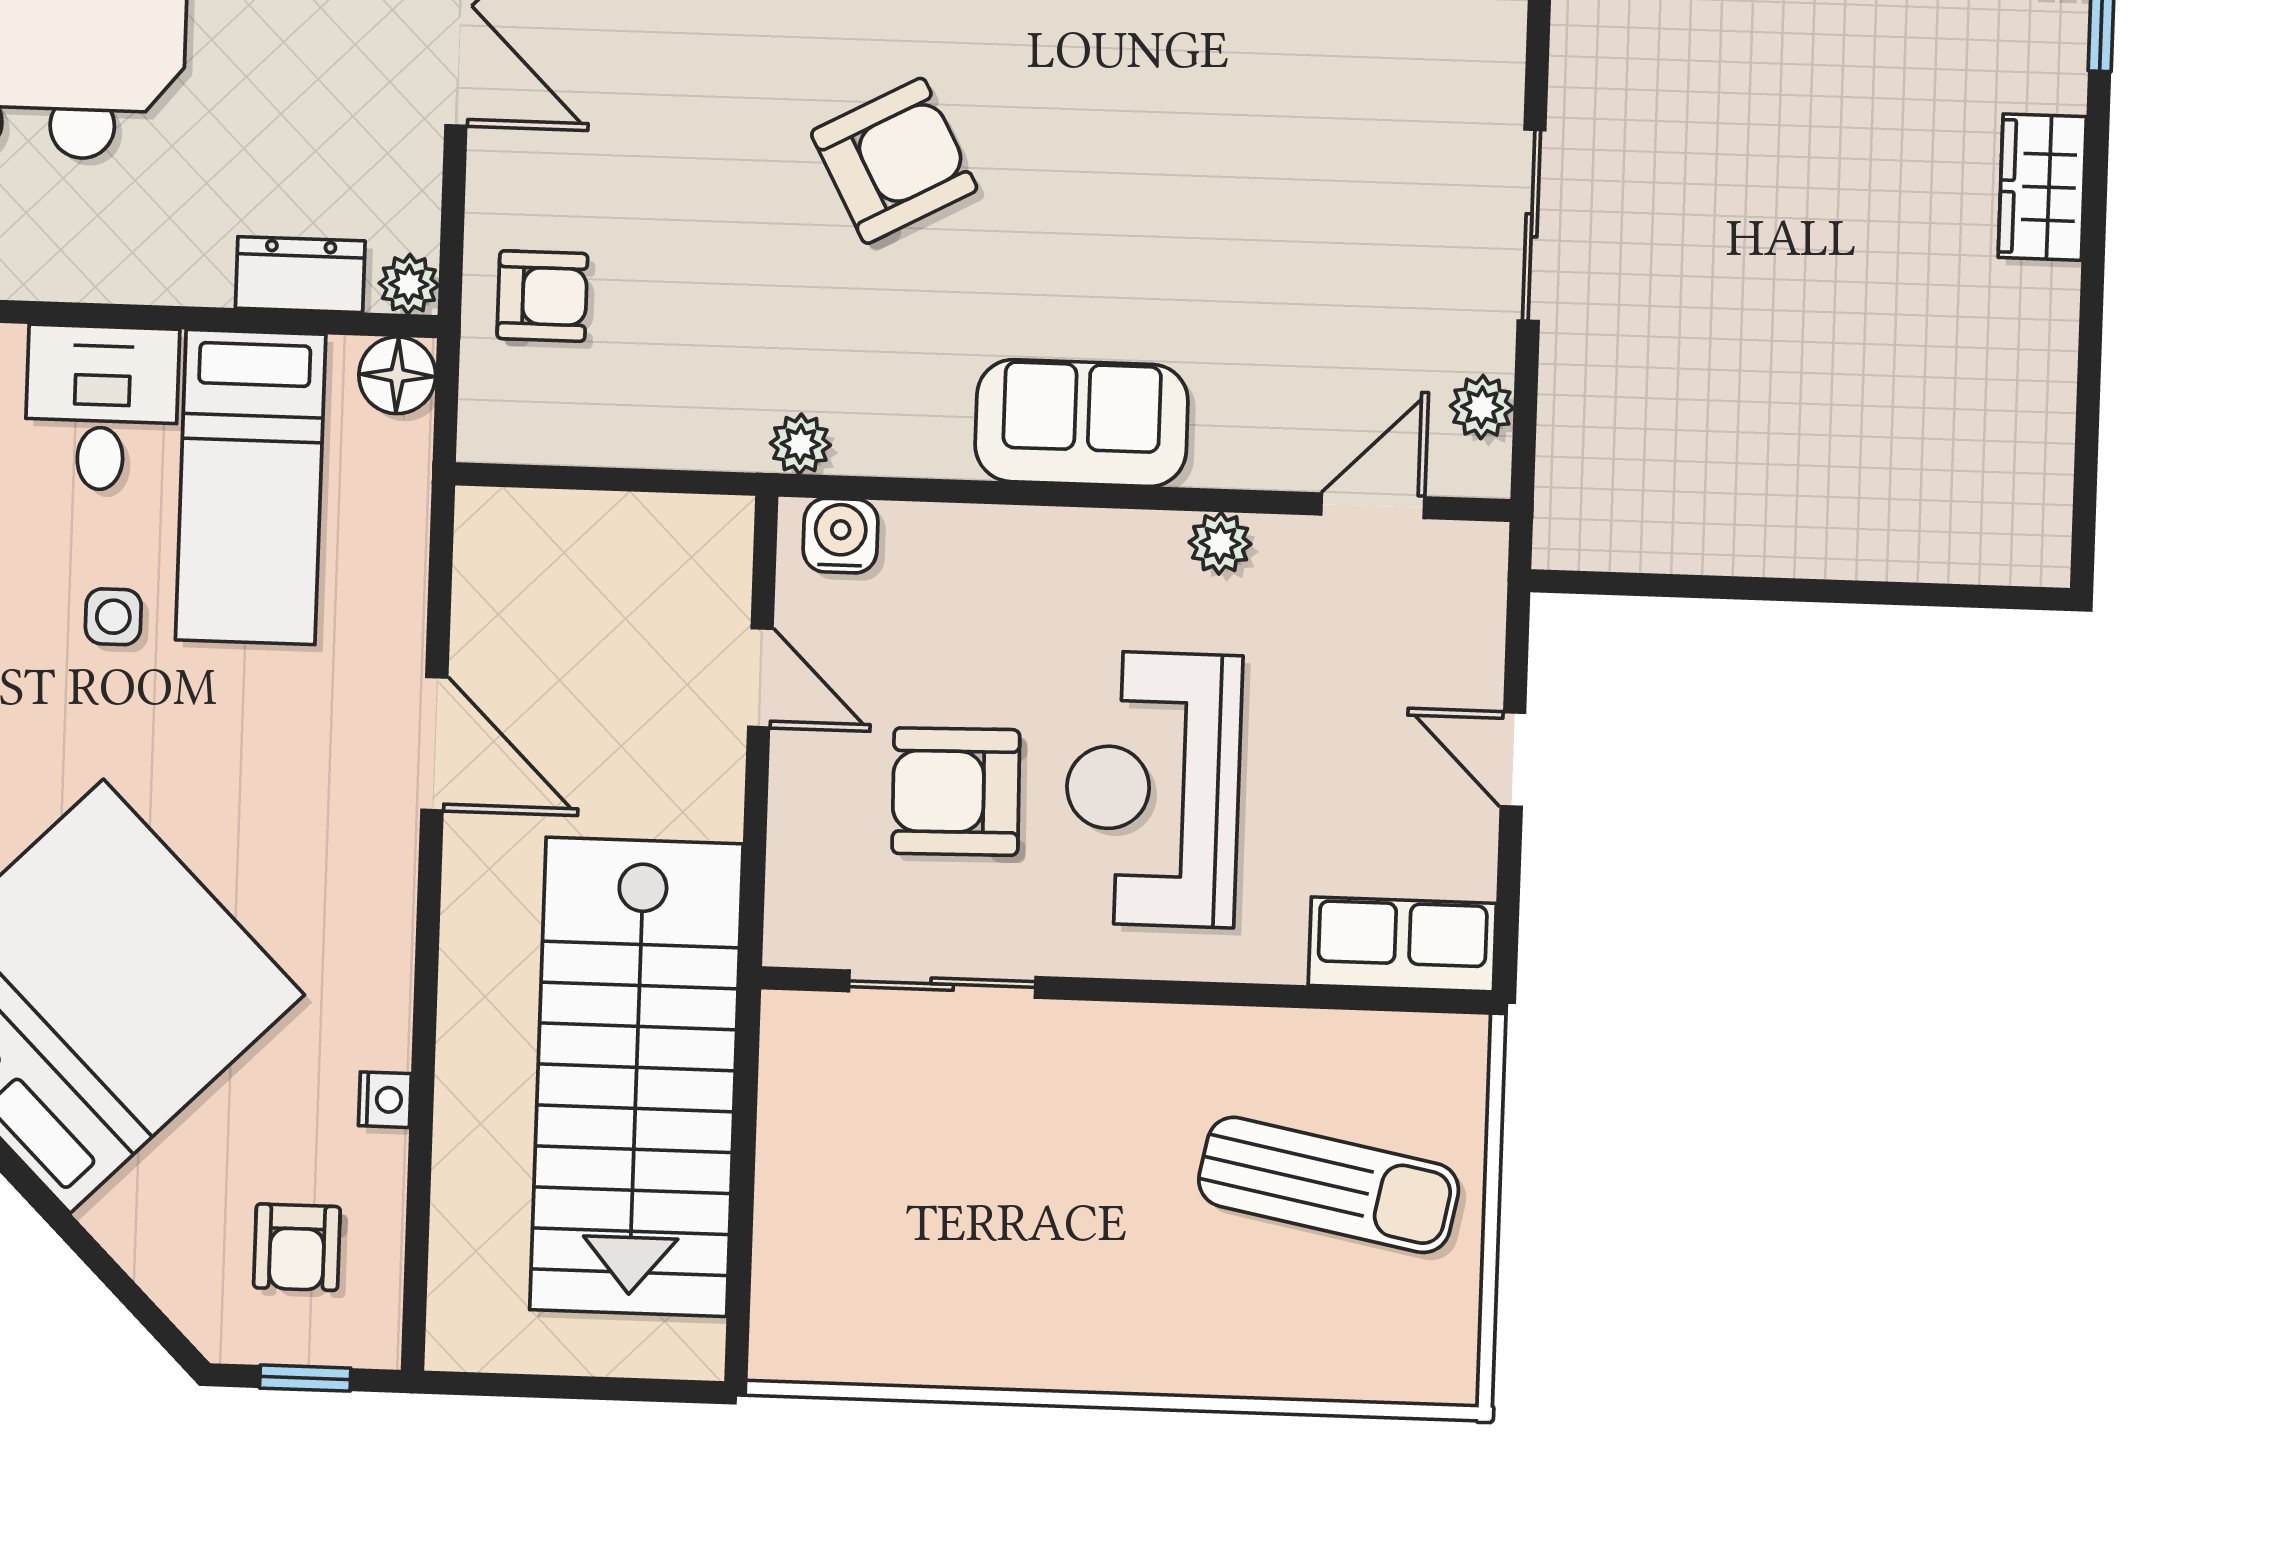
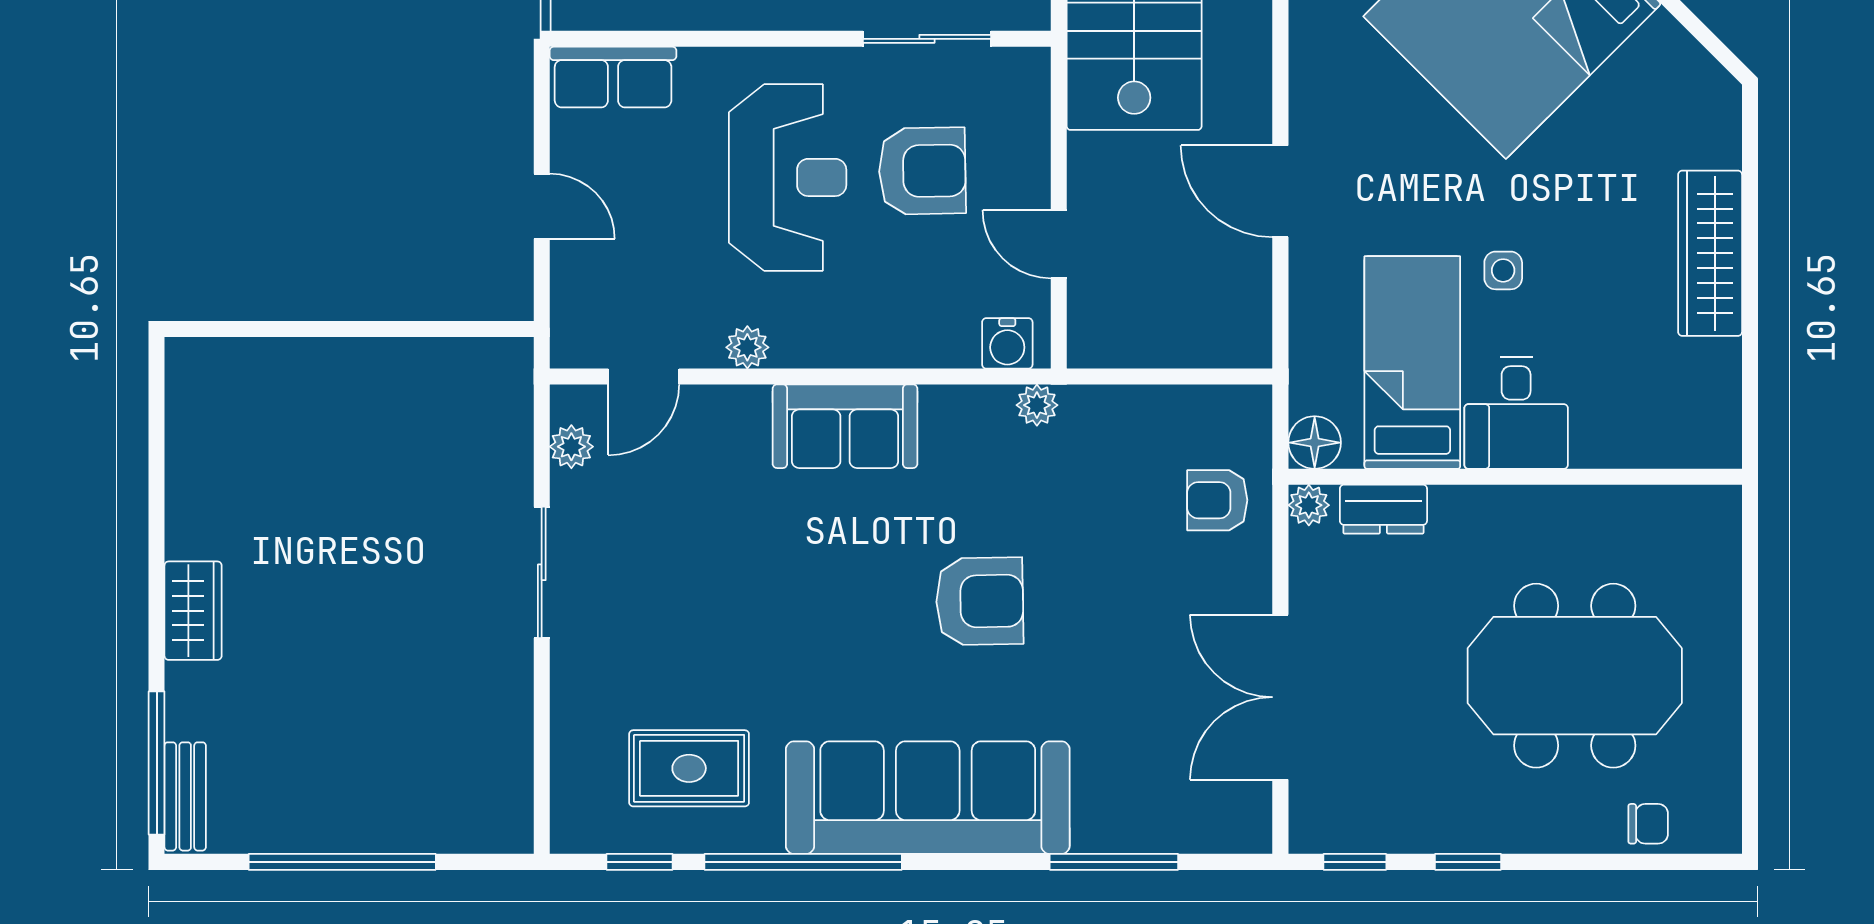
armchair: (894, 161) -> (980, 601), turned -153

